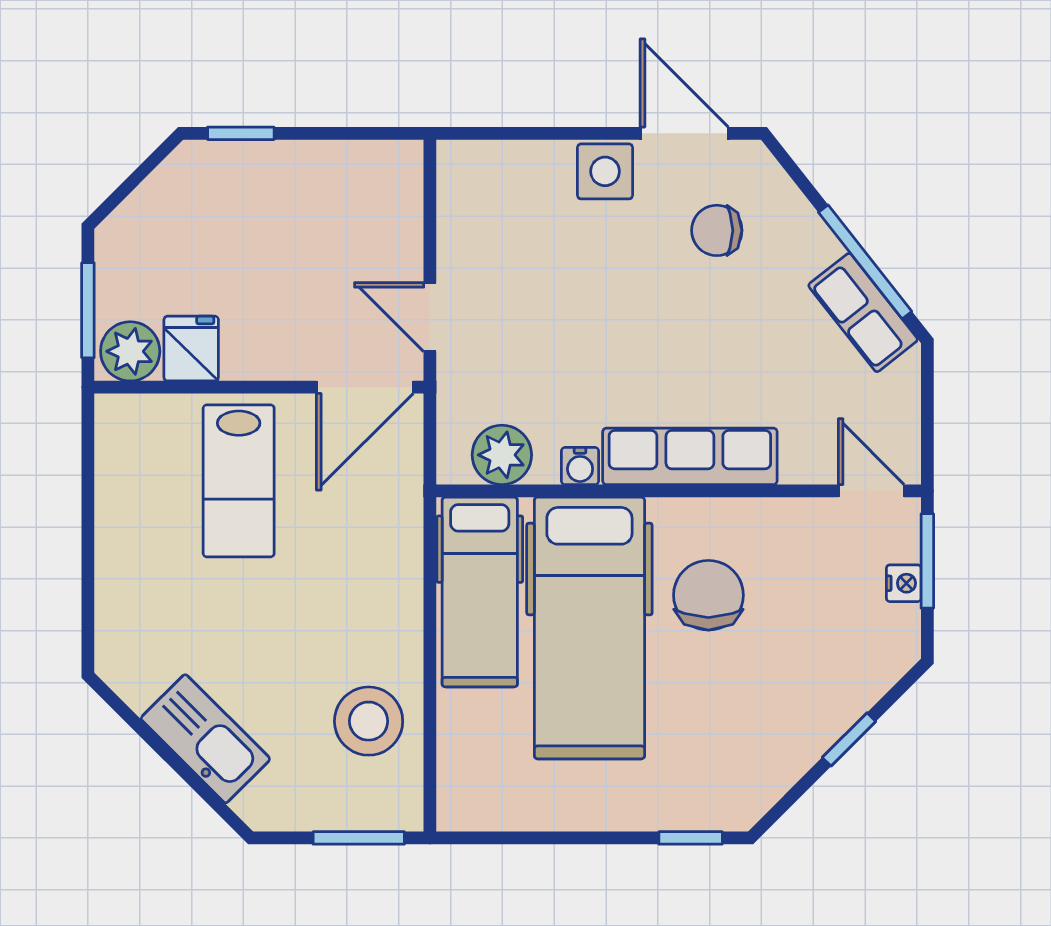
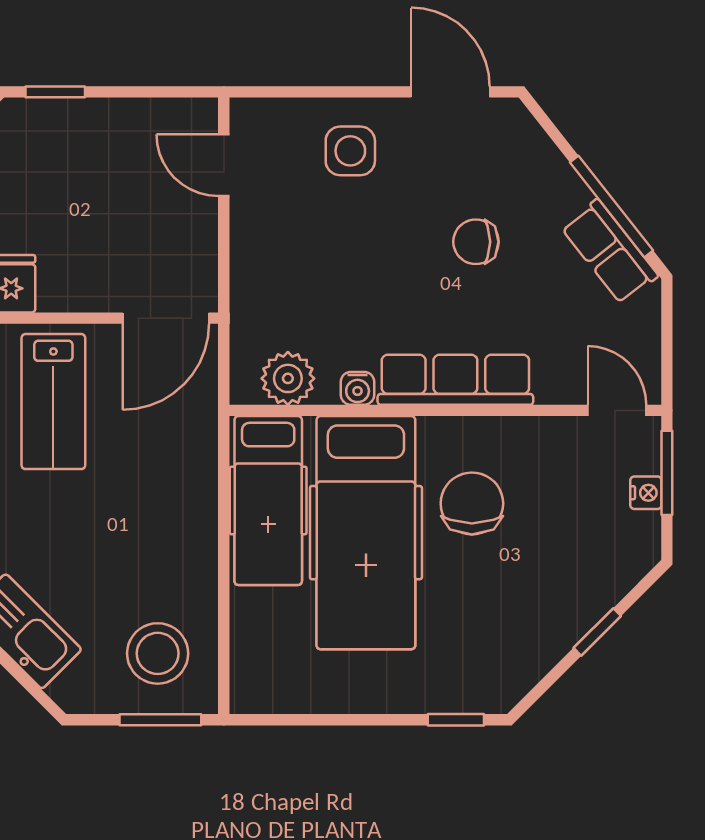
side table: (605, 171) -> (350, 151), moved
chair: (717, 230) -> (476, 242), moved
door: (430, 317) -> (224, 165), moved
stool: (369, 721) -> (158, 653), moved

